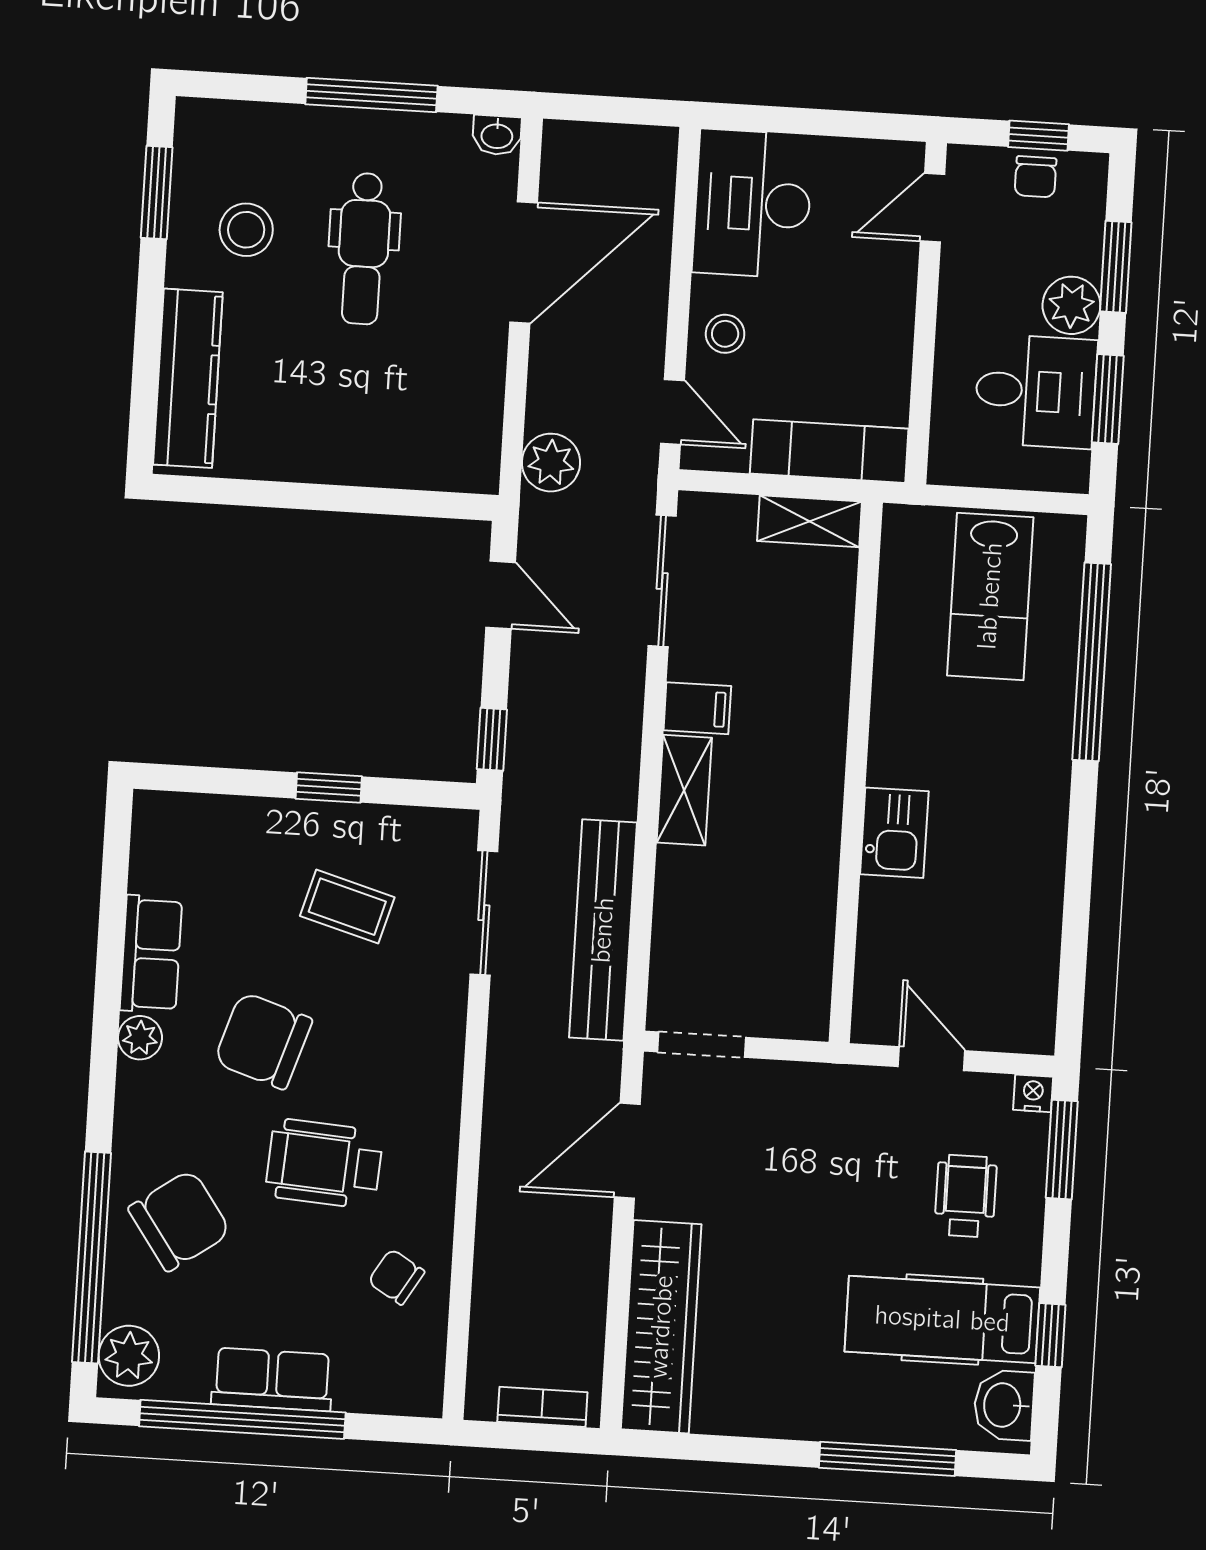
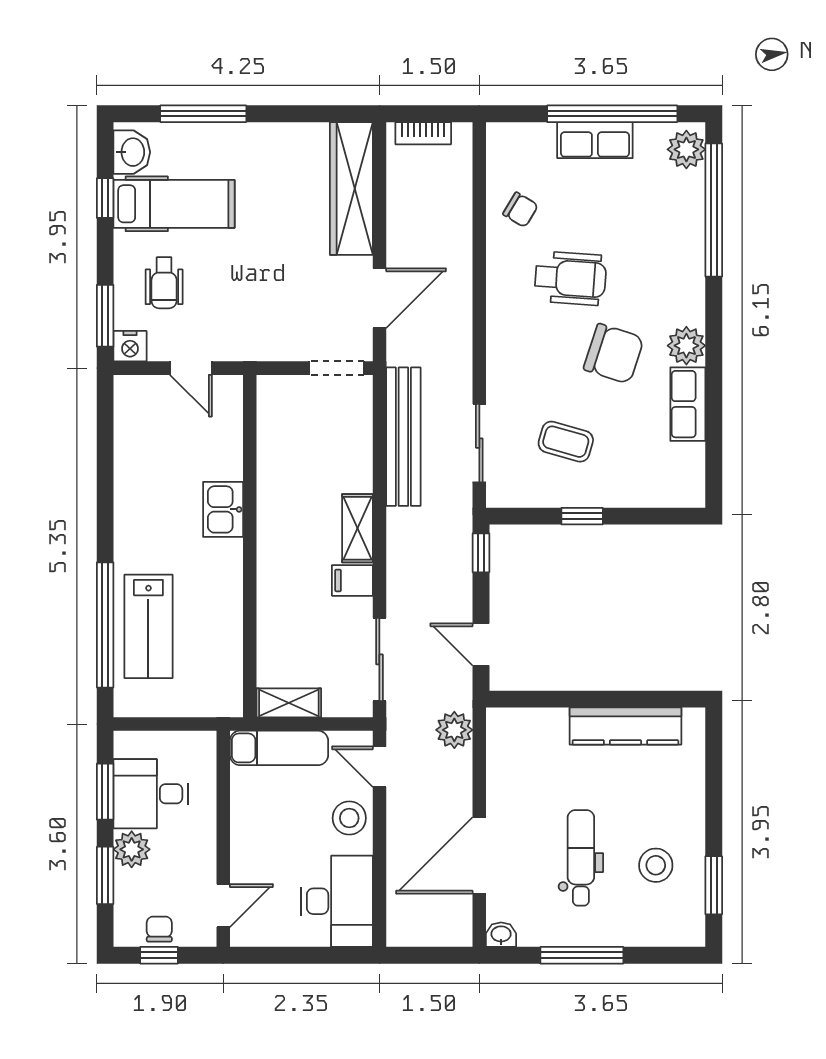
stool: (725, 334) -> (349, 818), width x1.37, depth x1.37
kitchen counter: (188, 378) -> (625, 726), moved, turned -90
lab bench: (990, 596) -> (148, 626), moved, turned 180
plant: (140, 1038) -> (686, 346), width x1.38, depth x1.38
nightstand: (1033, 1093) -> (130, 346), width x1.39, depth x1.35
chair: (180, 1220) -> (660, 237), removed

